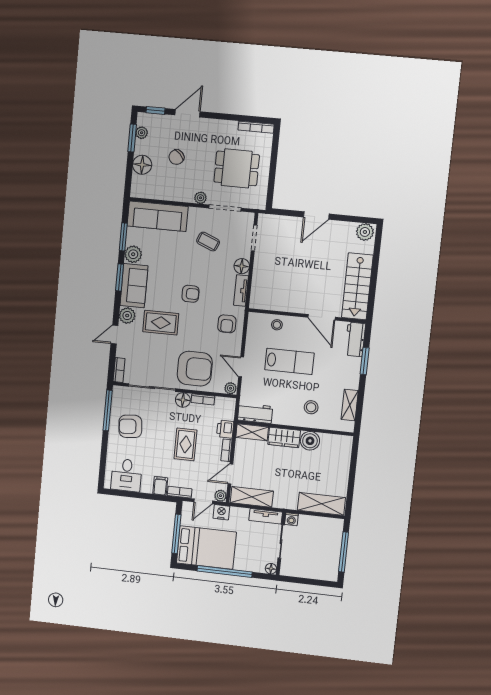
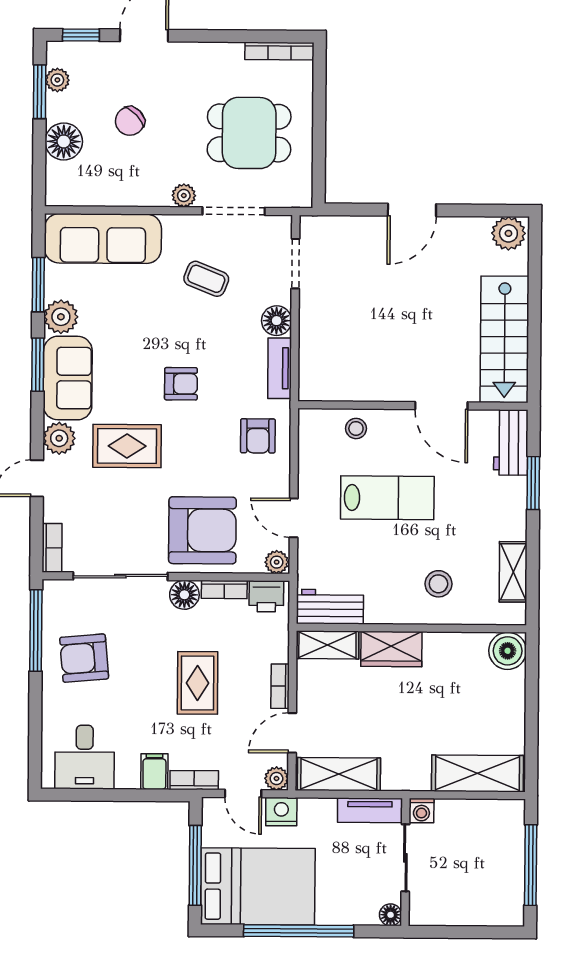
printer: (225, 429) -> (266, 596), moved, turned -90
boiler: (310, 441) -> (508, 651), moved
door: (203, 501) -> (243, 794), hinge flipped

